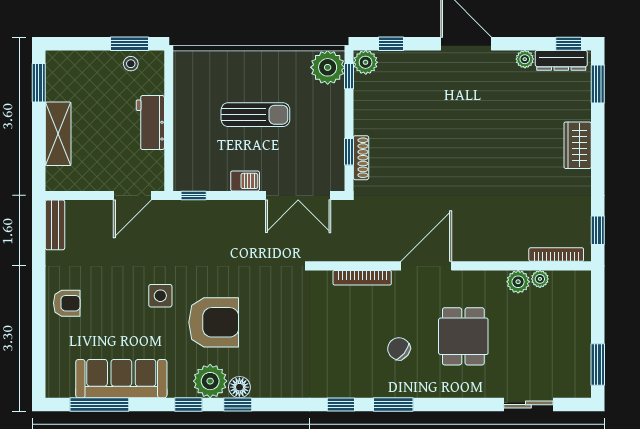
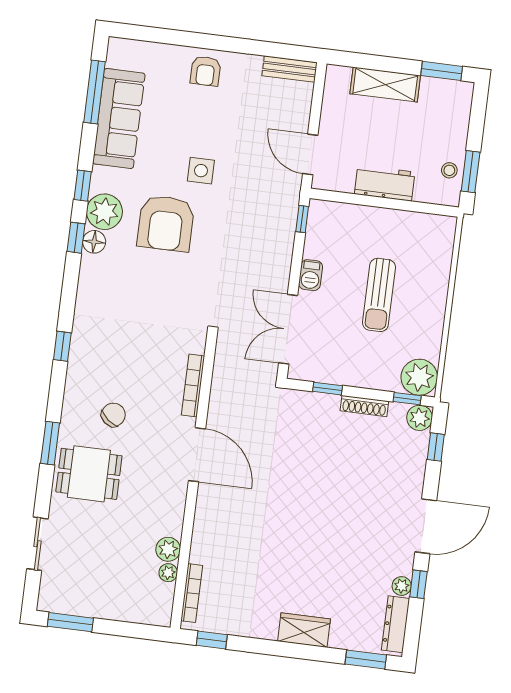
window: (569, 44) -> (418, 584), moved
shoe rack: (361, 158) -> (364, 406), moved
dining table: (463, 336) -> (89, 474), moved
window: (393, 405) -> (50, 443), moved

